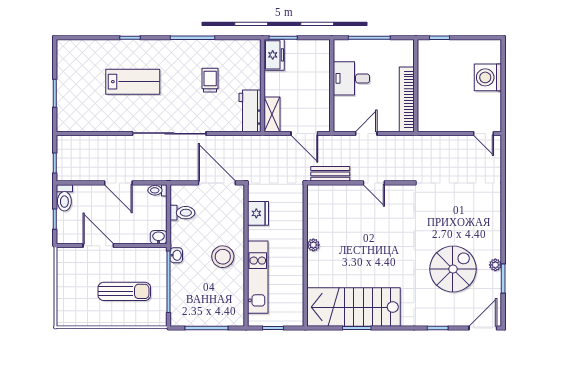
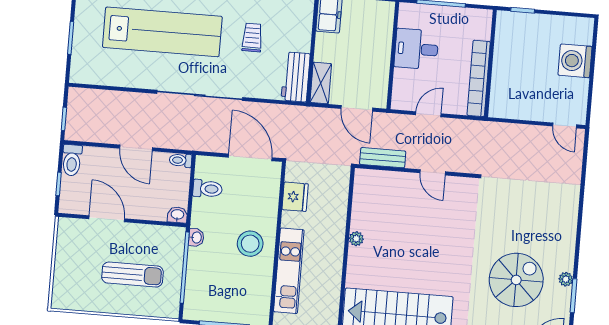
lab bench: (133, 82) -> (162, 32), width x1.86, depth x1.39

